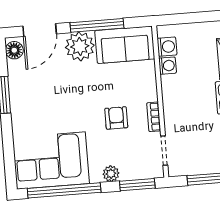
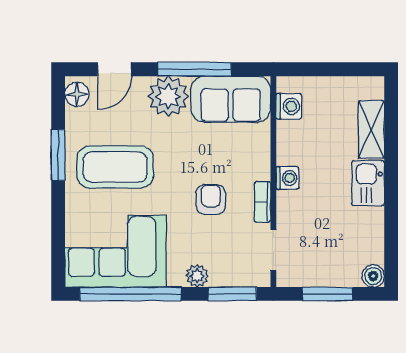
door: (40, 30) -> (114, 69), width x0.73
washing machine: (168, 66) -> (287, 178), moved
coffee table: (46, 100) -> (115, 167), added

